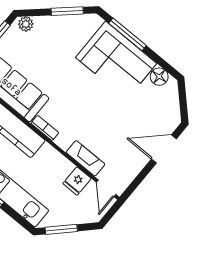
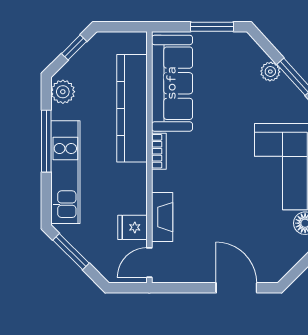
plant: (26, 24) -> (270, 72), moved

